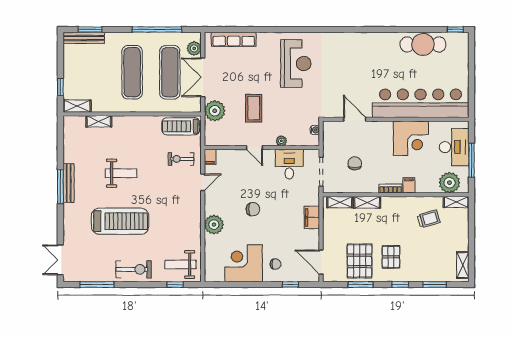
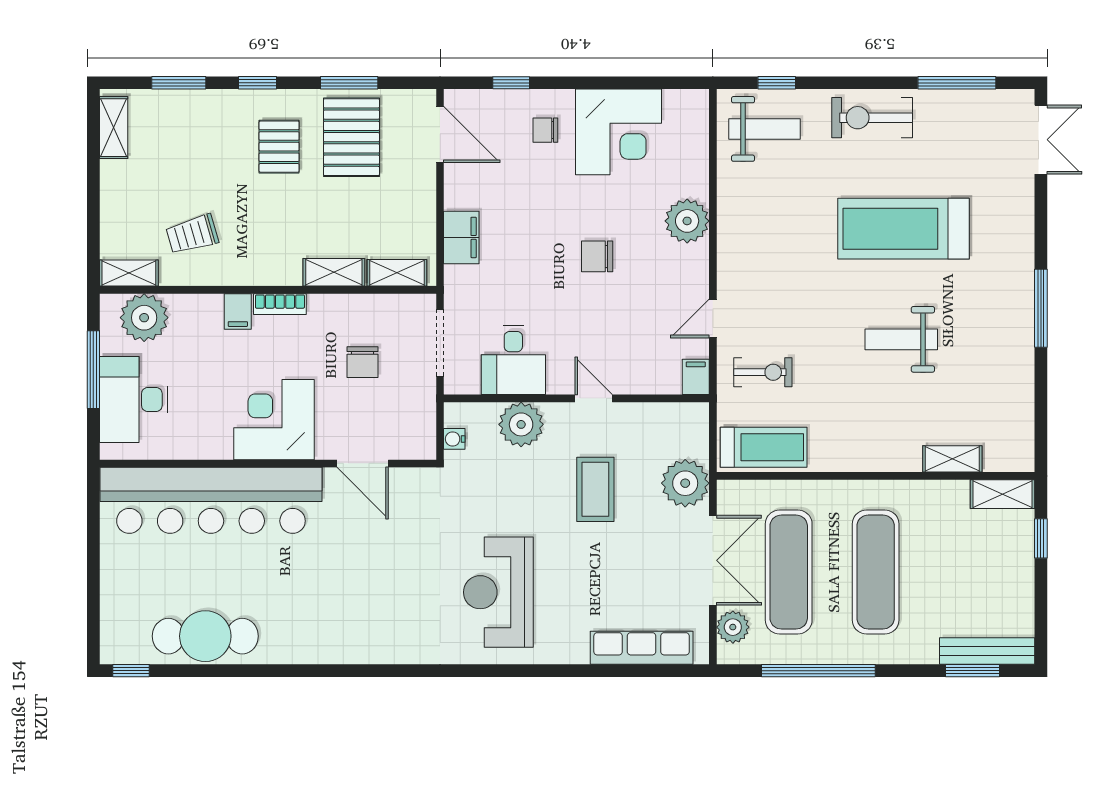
corner desk: (411, 138) -> (274, 420), moved
plant: (281, 141) -> (521, 424), width x1.87, depth x1.87
bench: (69, 183) -> (1022, 317), removed

